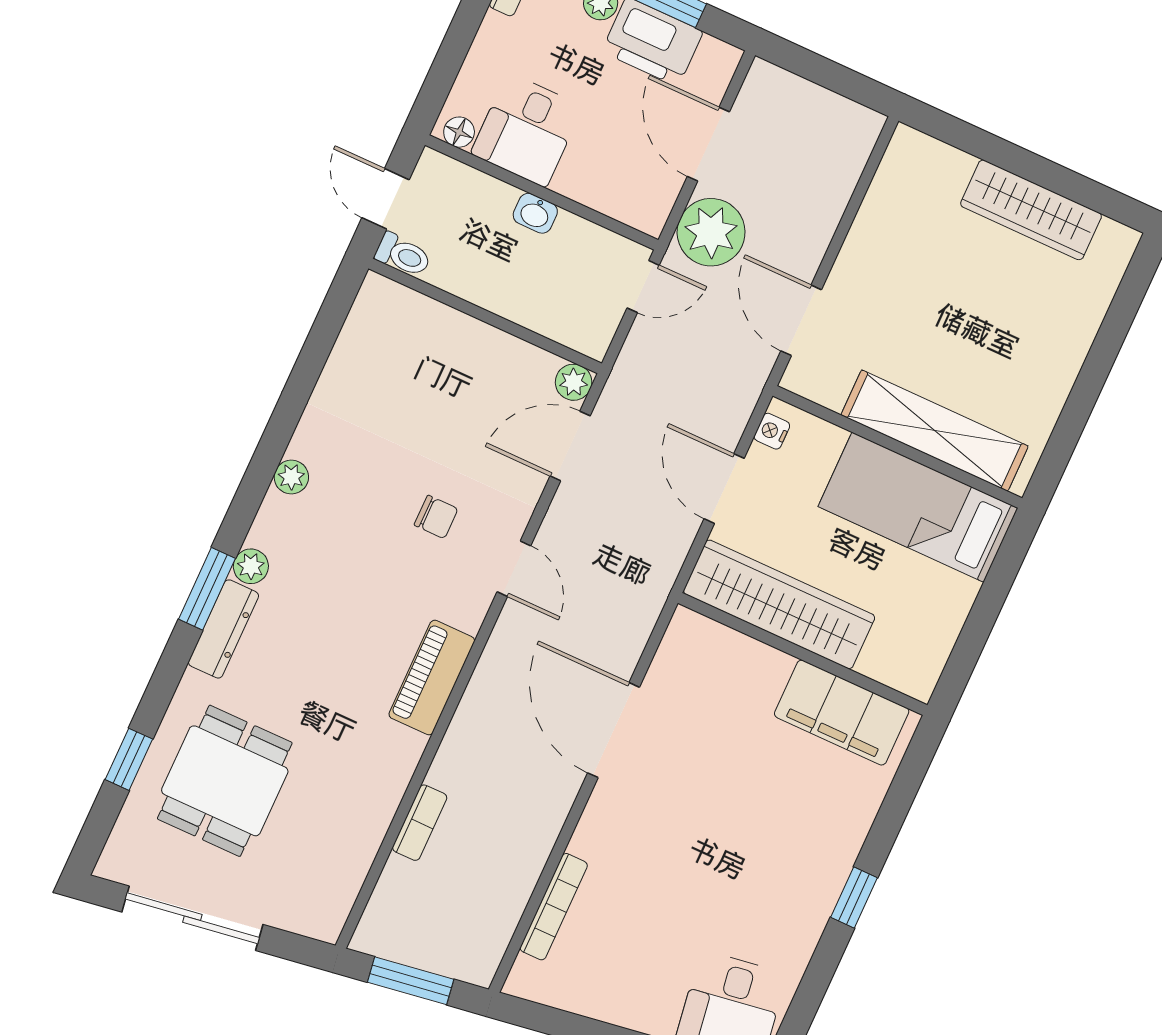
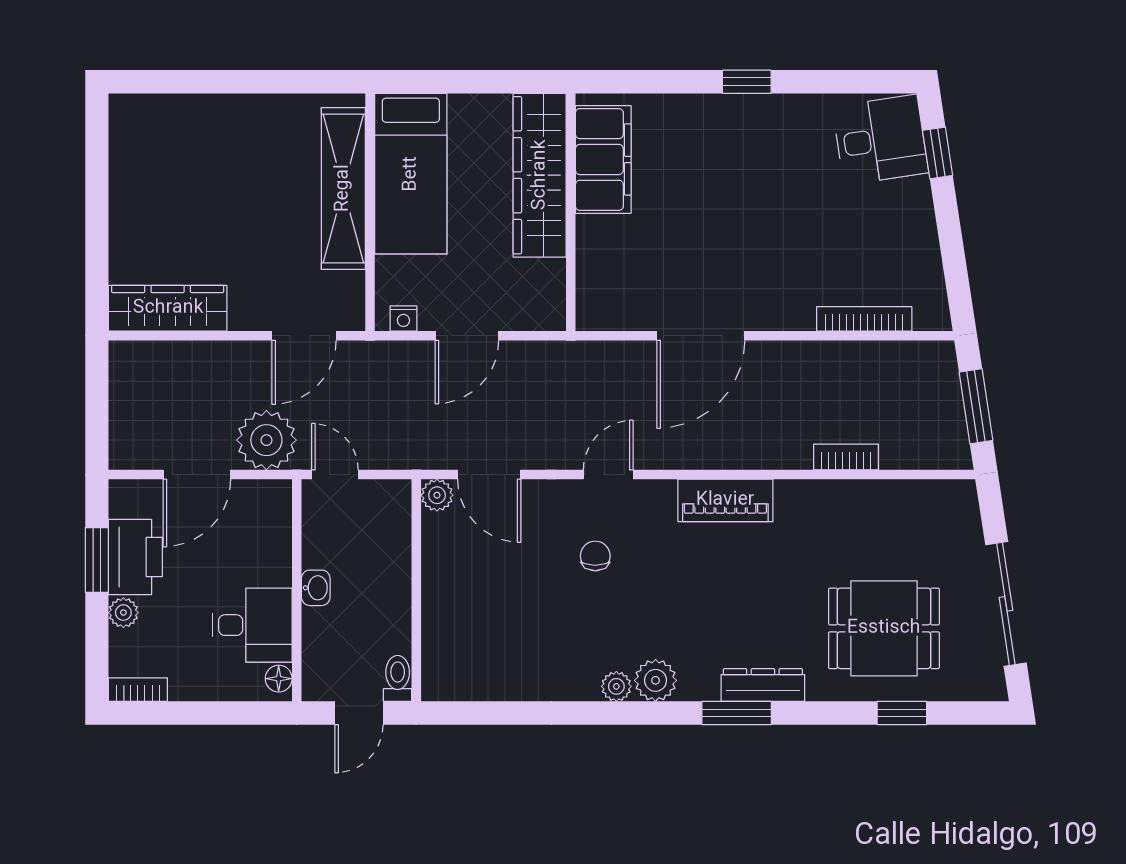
wardrobe: (1031, 210) -> (168, 308), moved, turned -90
plant: (251, 566) -> (656, 680), moved, width x1.38, depth x1.38
wardrobe: (779, 604) -> (540, 175), moved

